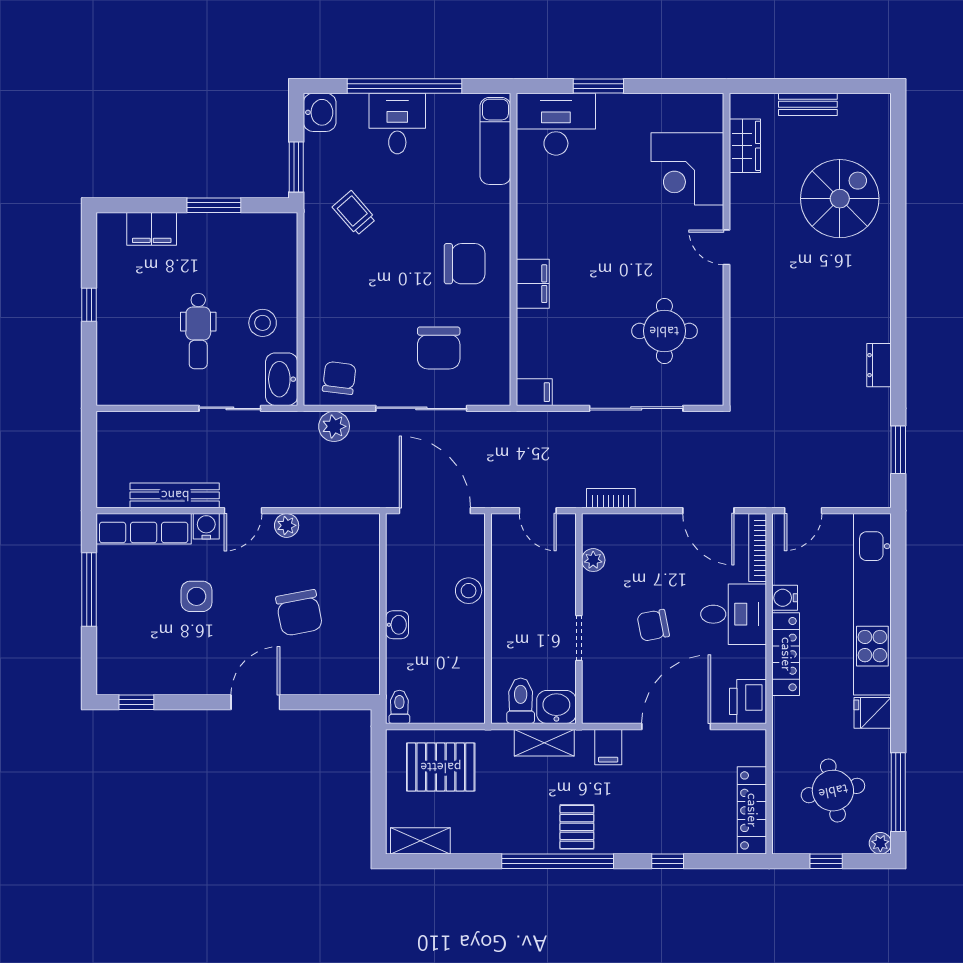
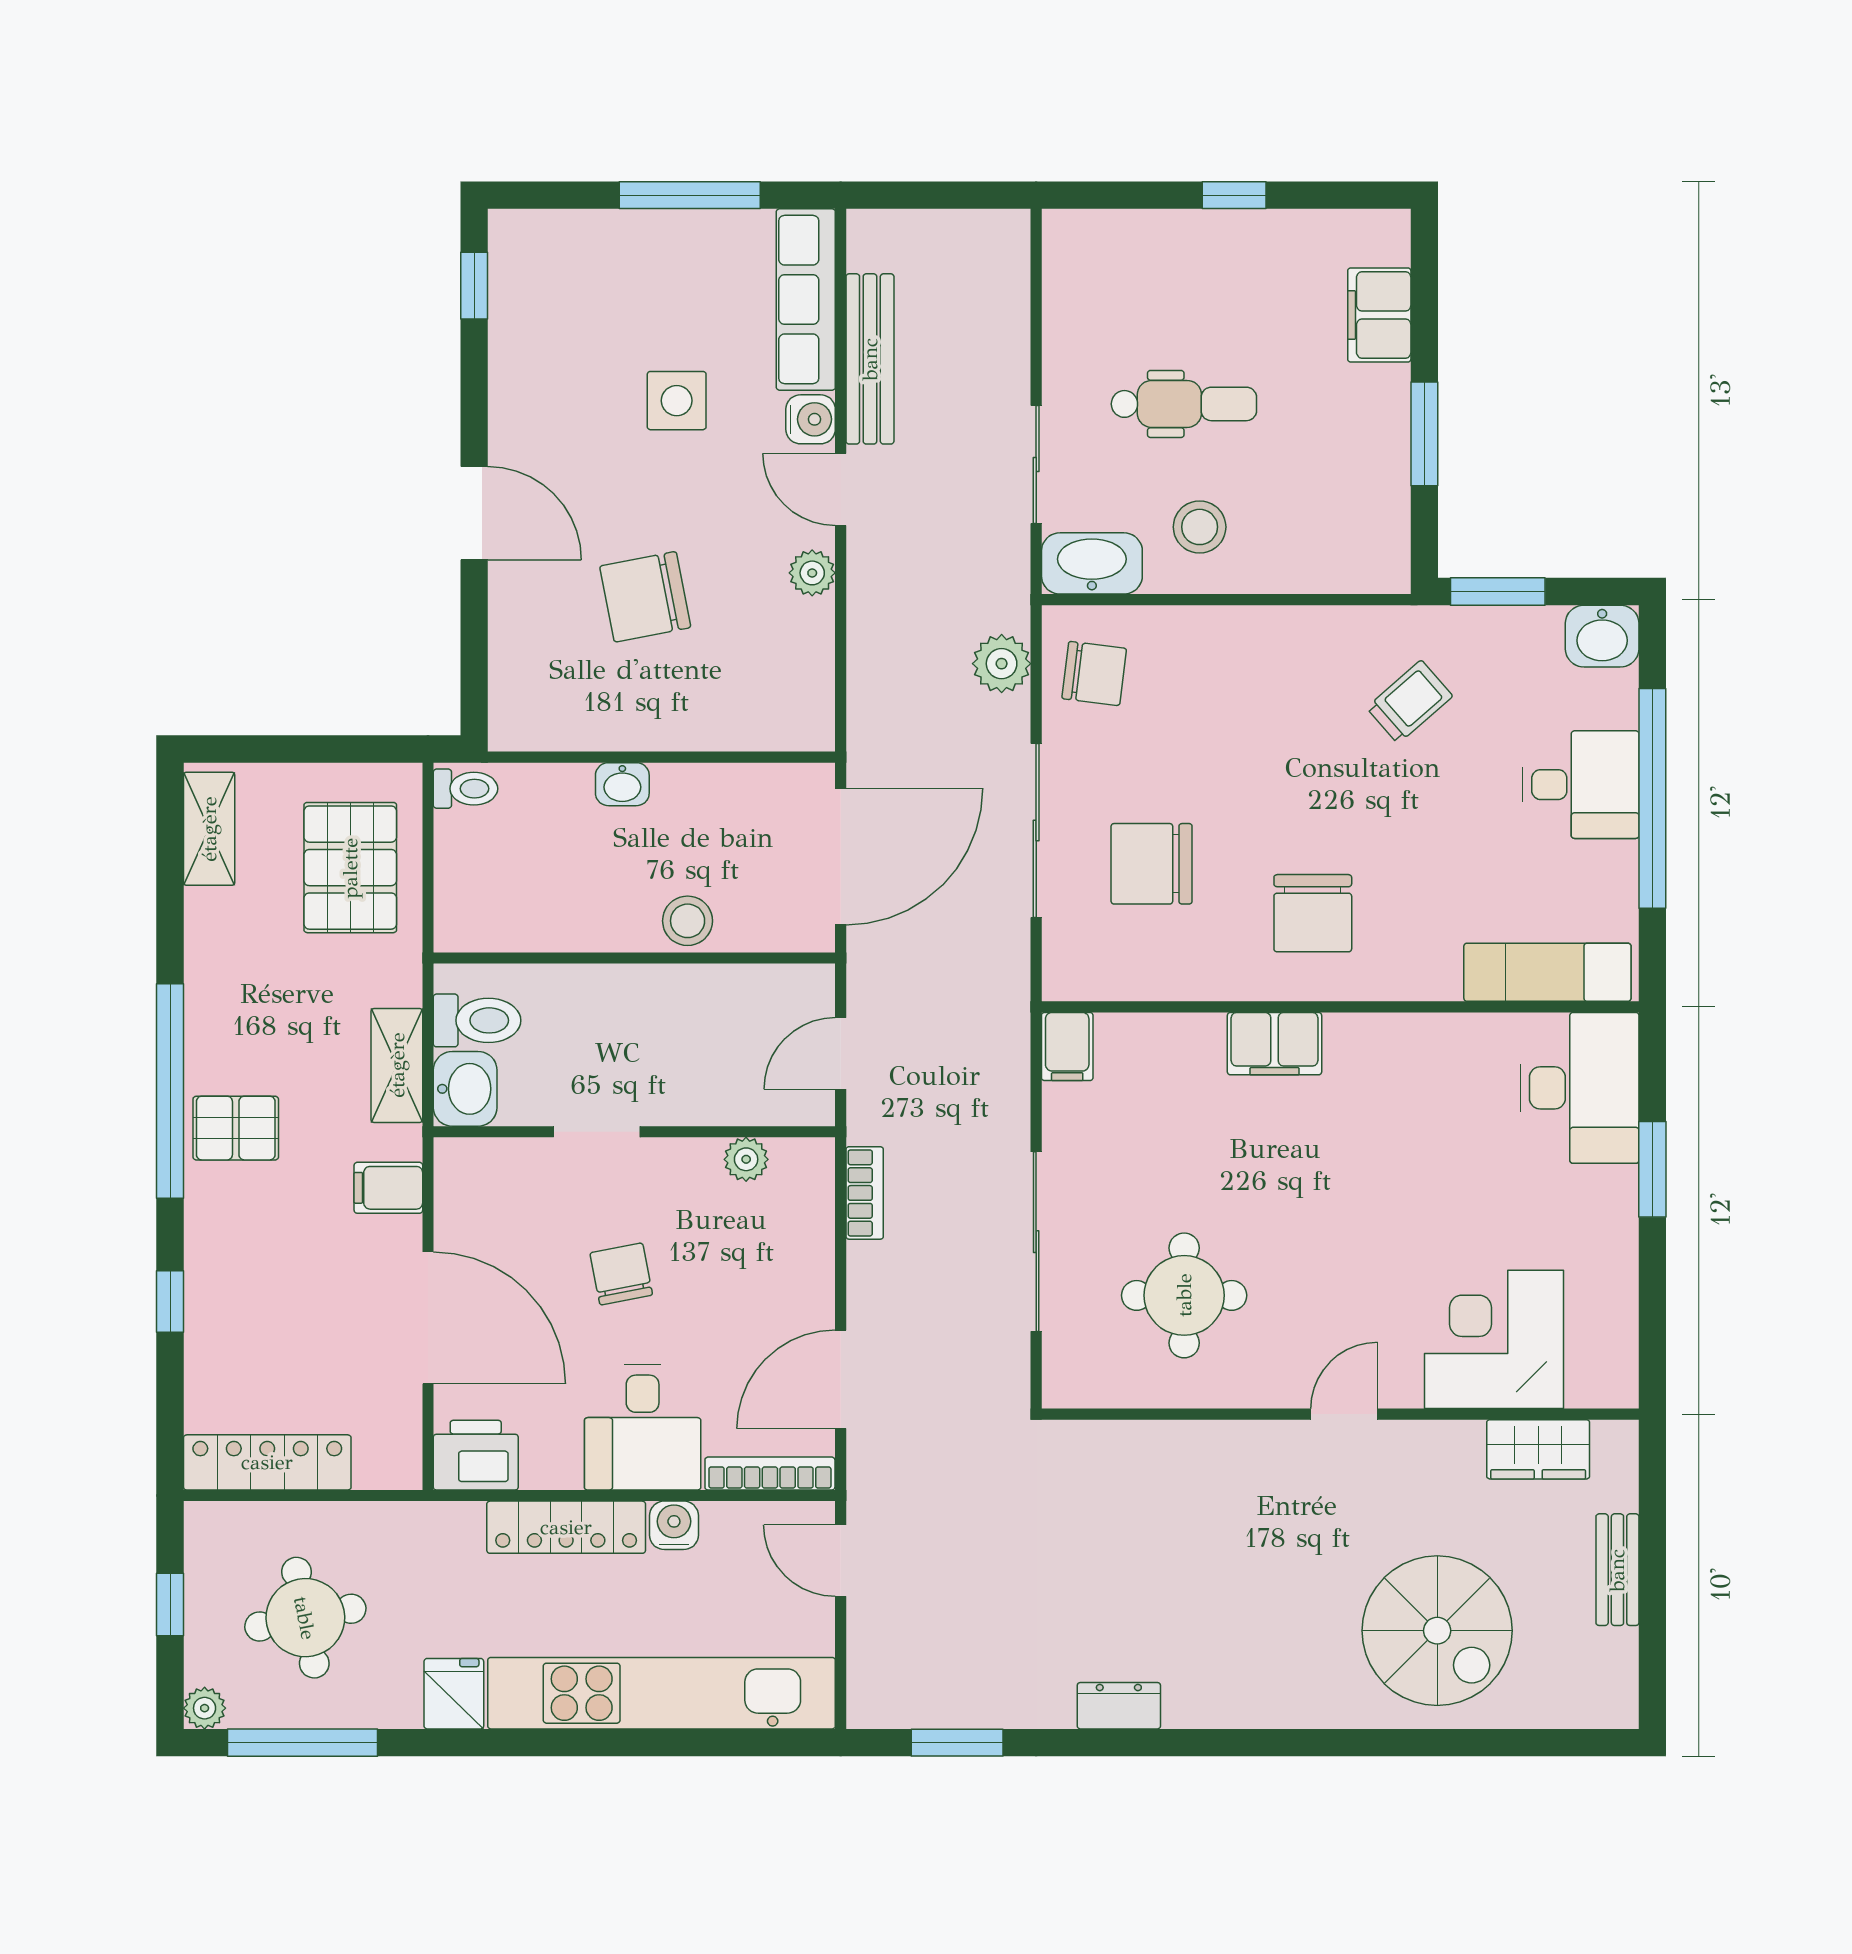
dental chair: (198, 331) -> (1184, 404), turned 180

